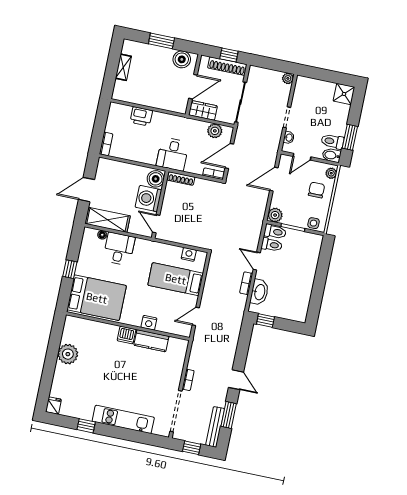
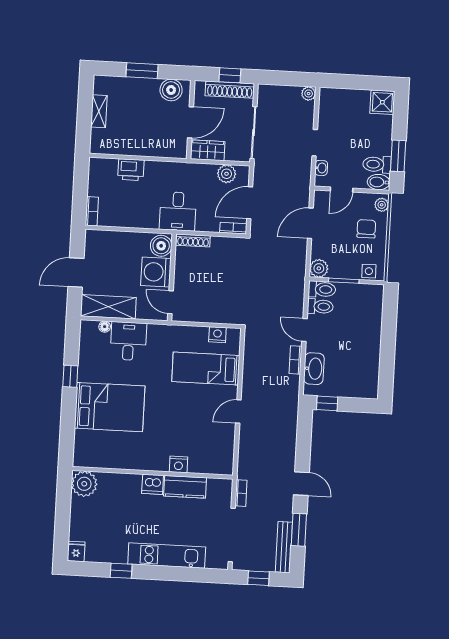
nightstand: (149, 323) -> (178, 464), moved
wall: (128, 326) -> (153, 473), moved
dishwasher: (127, 335) -> (153, 484), moved
kitchen counter: (151, 341) -> (185, 487), moved

